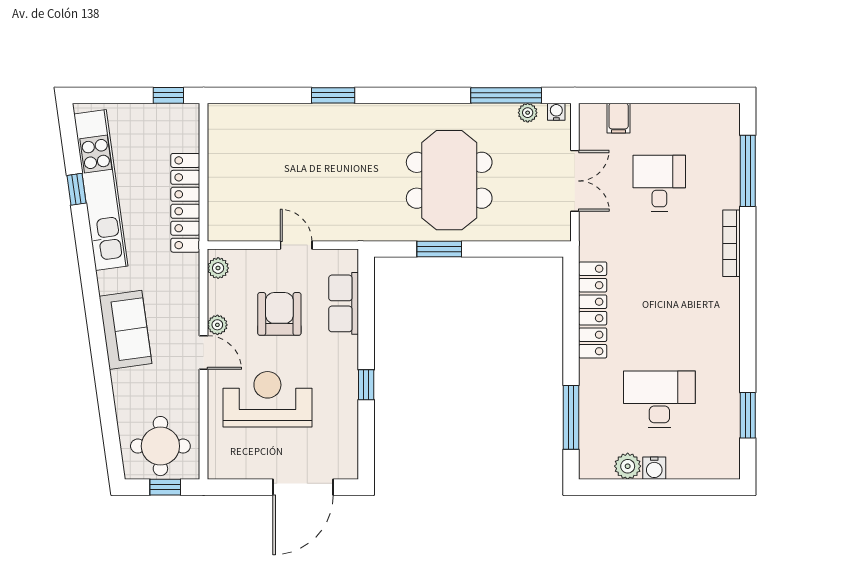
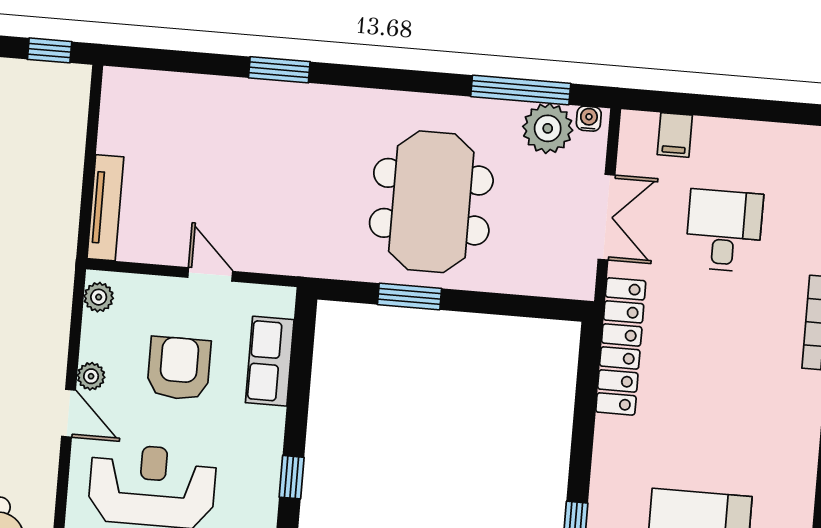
plant: (528, 113) -> (548, 128), width x1.87, depth x1.87
locker: (185, 203) -> (61, 202), removed
tv unit: (218, 204) -> (105, 208), added
locker: (593, 310) -> (621, 346), moved

